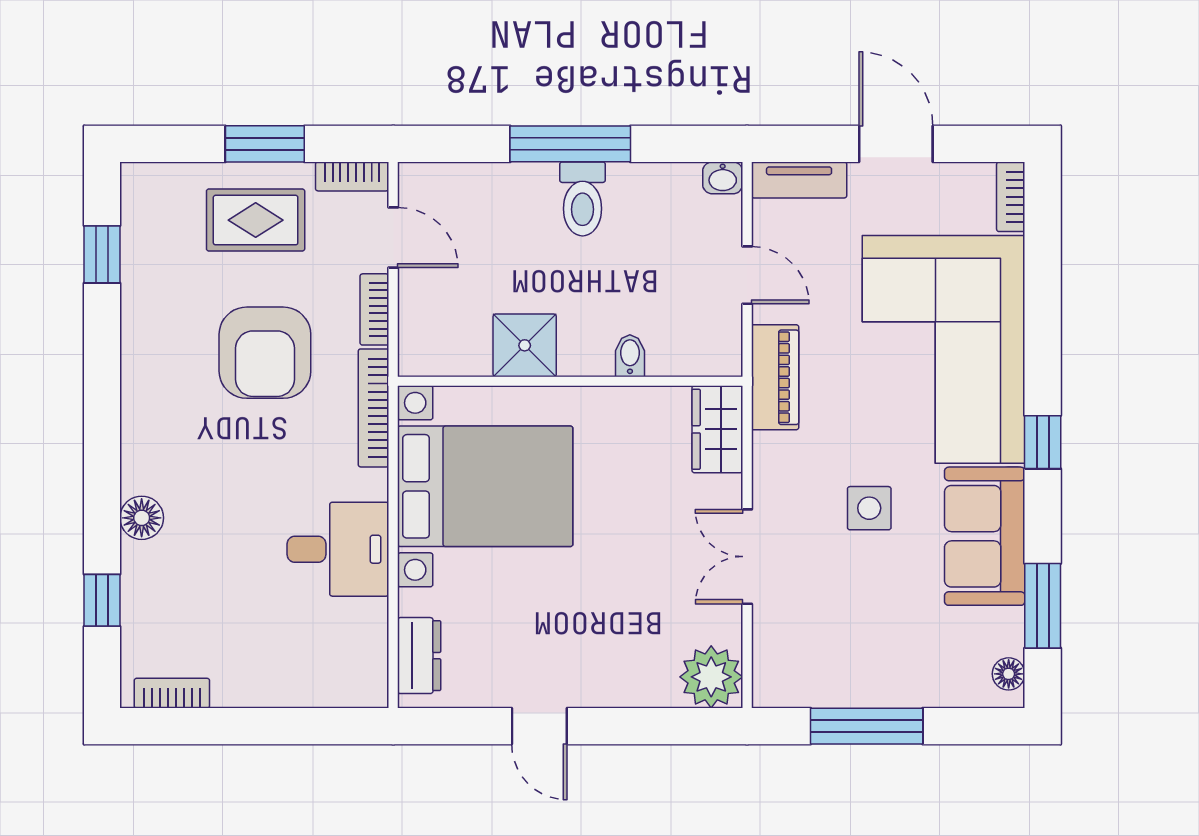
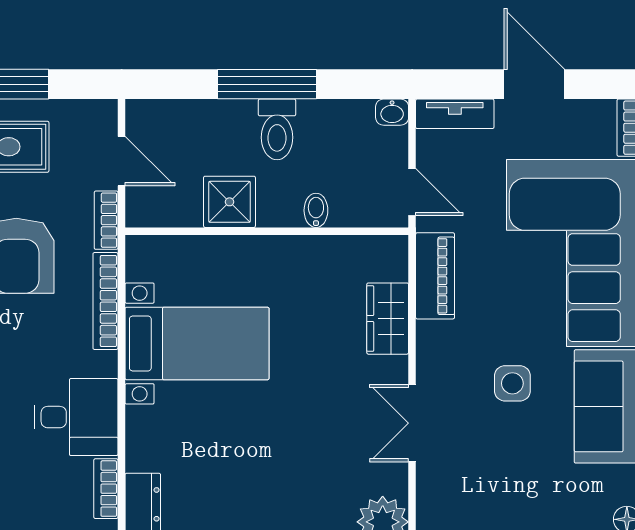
bookcase: (352, 176) -> (106, 489), moved, turned 90
shower: (525, 345) -> (229, 202), moved
bidet: (630, 356) -> (316, 210), moved
wall: (570, 381) -> (267, 231), moved
bed with nightstands: (485, 486) -> (197, 343), width x0.73

